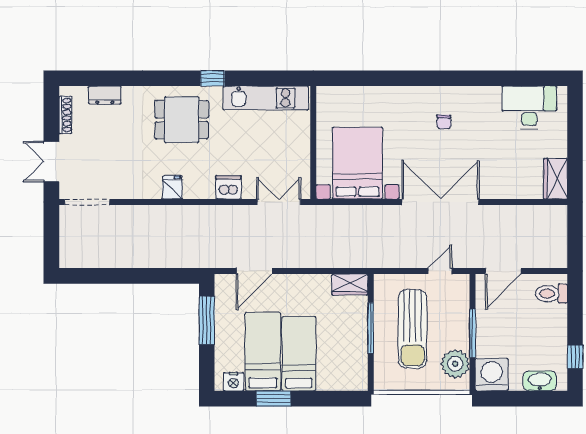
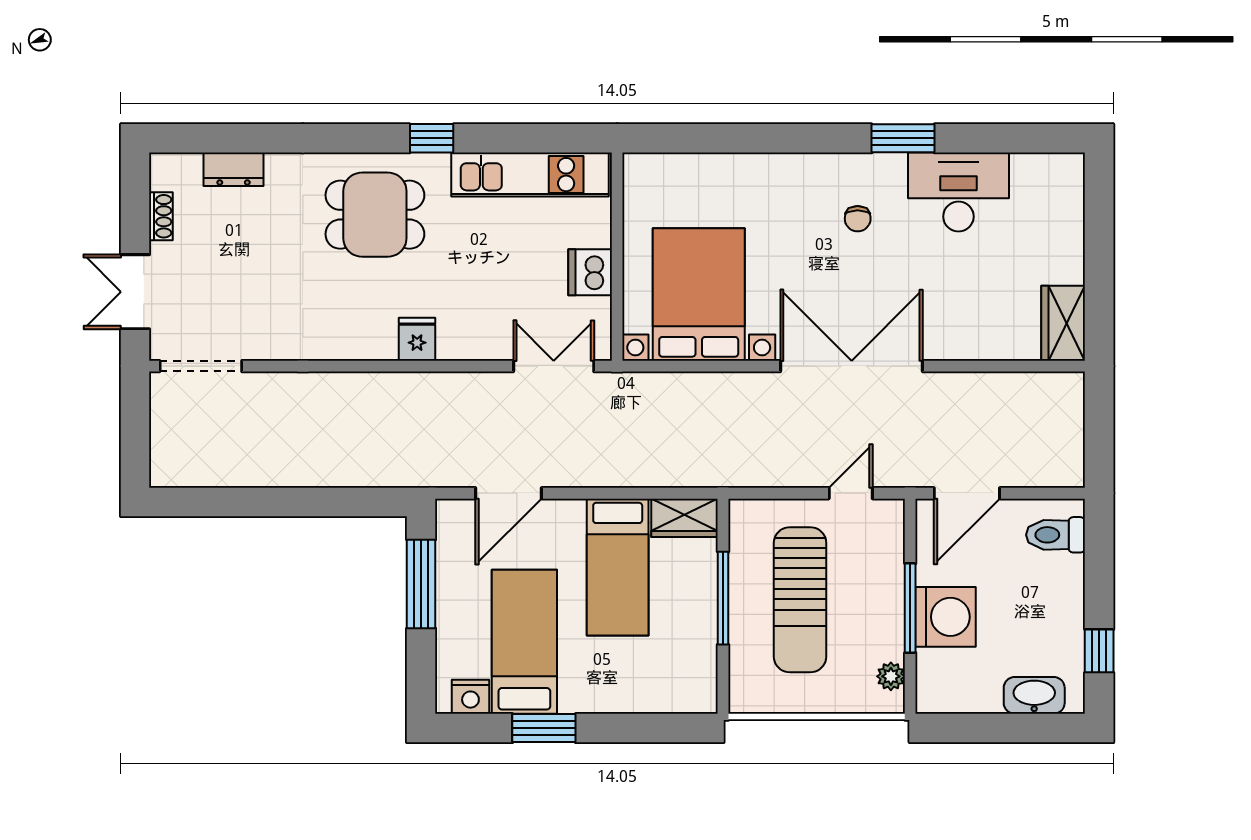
window: (469, 78) -> (903, 138), added
desk: (529, 107) -> (958, 192), moved
shoe rack: (65, 115) -> (161, 216), width x0.70
fridge: (172, 187) -> (417, 339), moved
dishwasher: (229, 187) -> (590, 272), moved, turned -90
bed: (299, 354) -> (618, 567), moved, turned 180
plant: (455, 364) -> (891, 676), width x0.53, depth x0.53
washing machine: (492, 375) -> (946, 617), moved, turned 90

